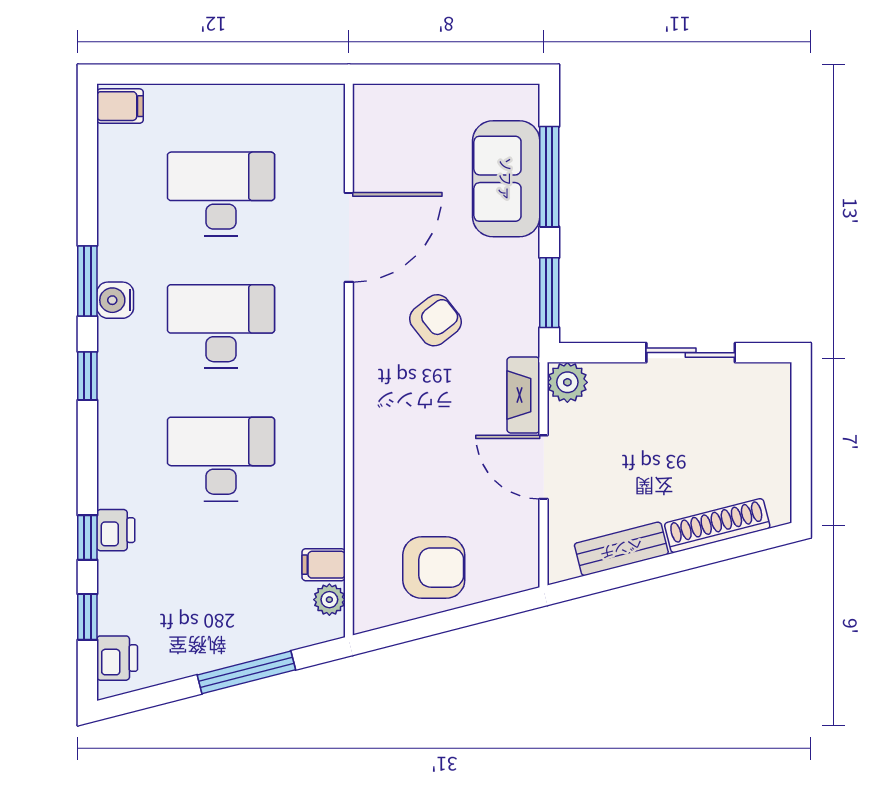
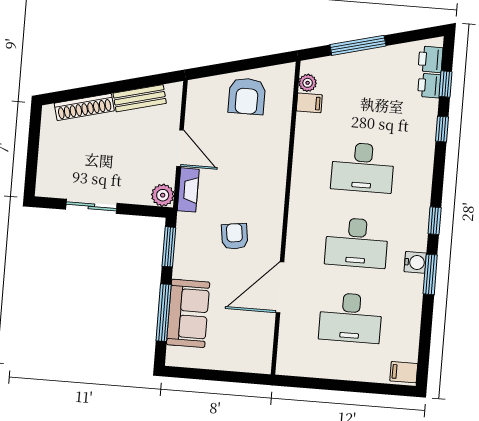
armchair: (435, 320) -> (235, 236), turned 120
printer: (116, 530) -> (429, 86), moved
armchair: (434, 568) -> (247, 96), turned -90

